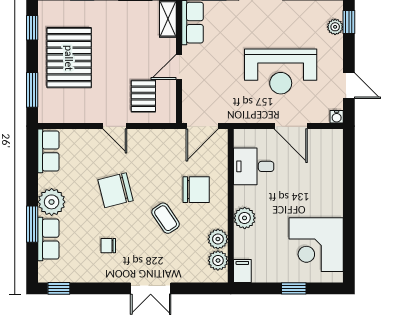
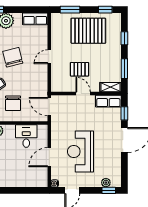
pallet: (143, 96) -> (80, 69), moved

